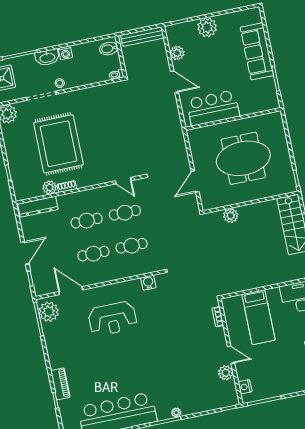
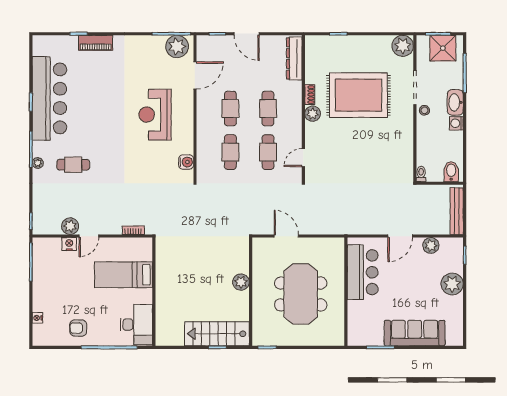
plant: (50, 187) -> (313, 114), moved
plant: (231, 216) -> (241, 282), moved
cafe table: (171, 381) -> (73, 165), added
nightstand: (245, 387) -> (69, 244), moved

